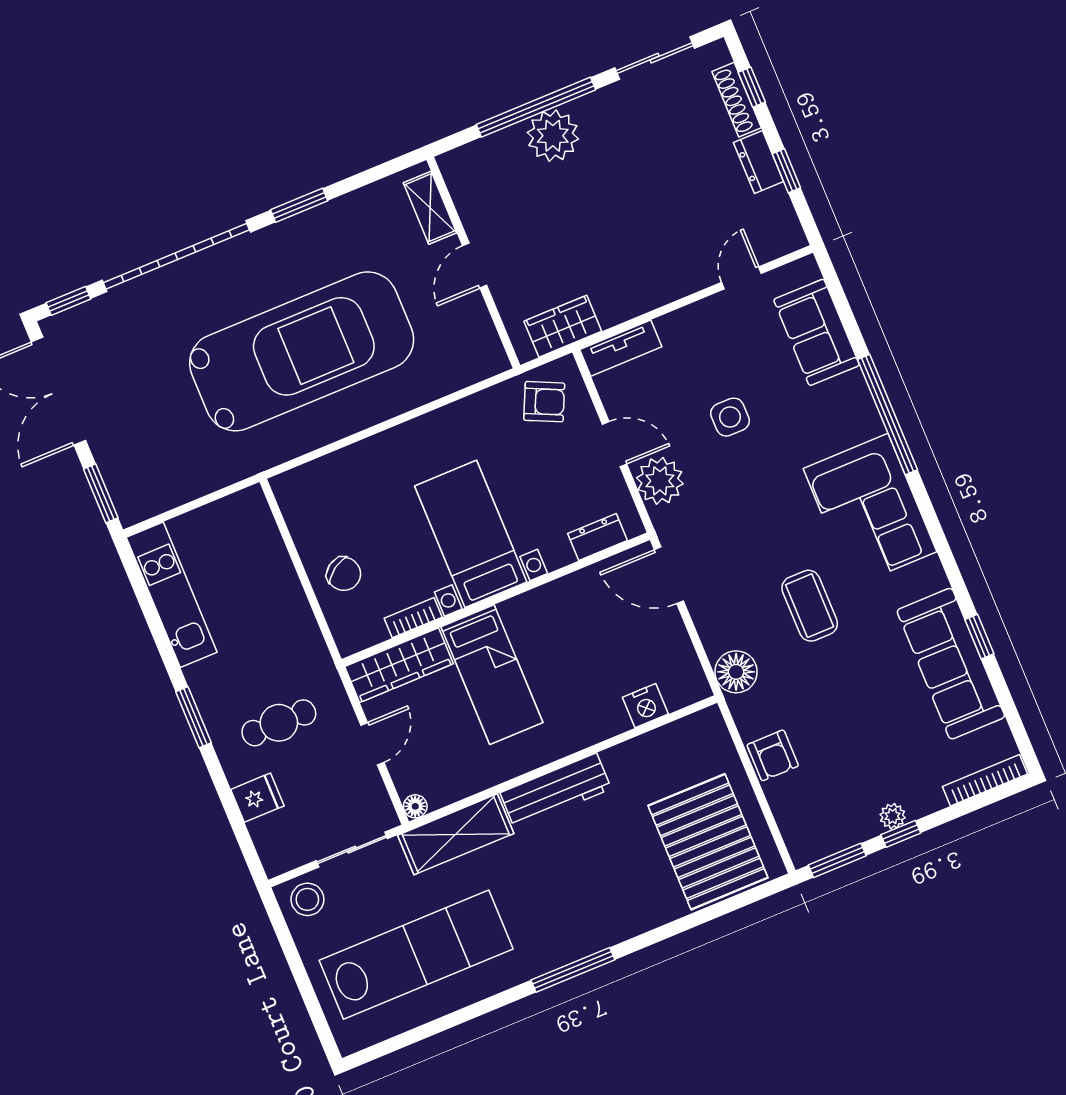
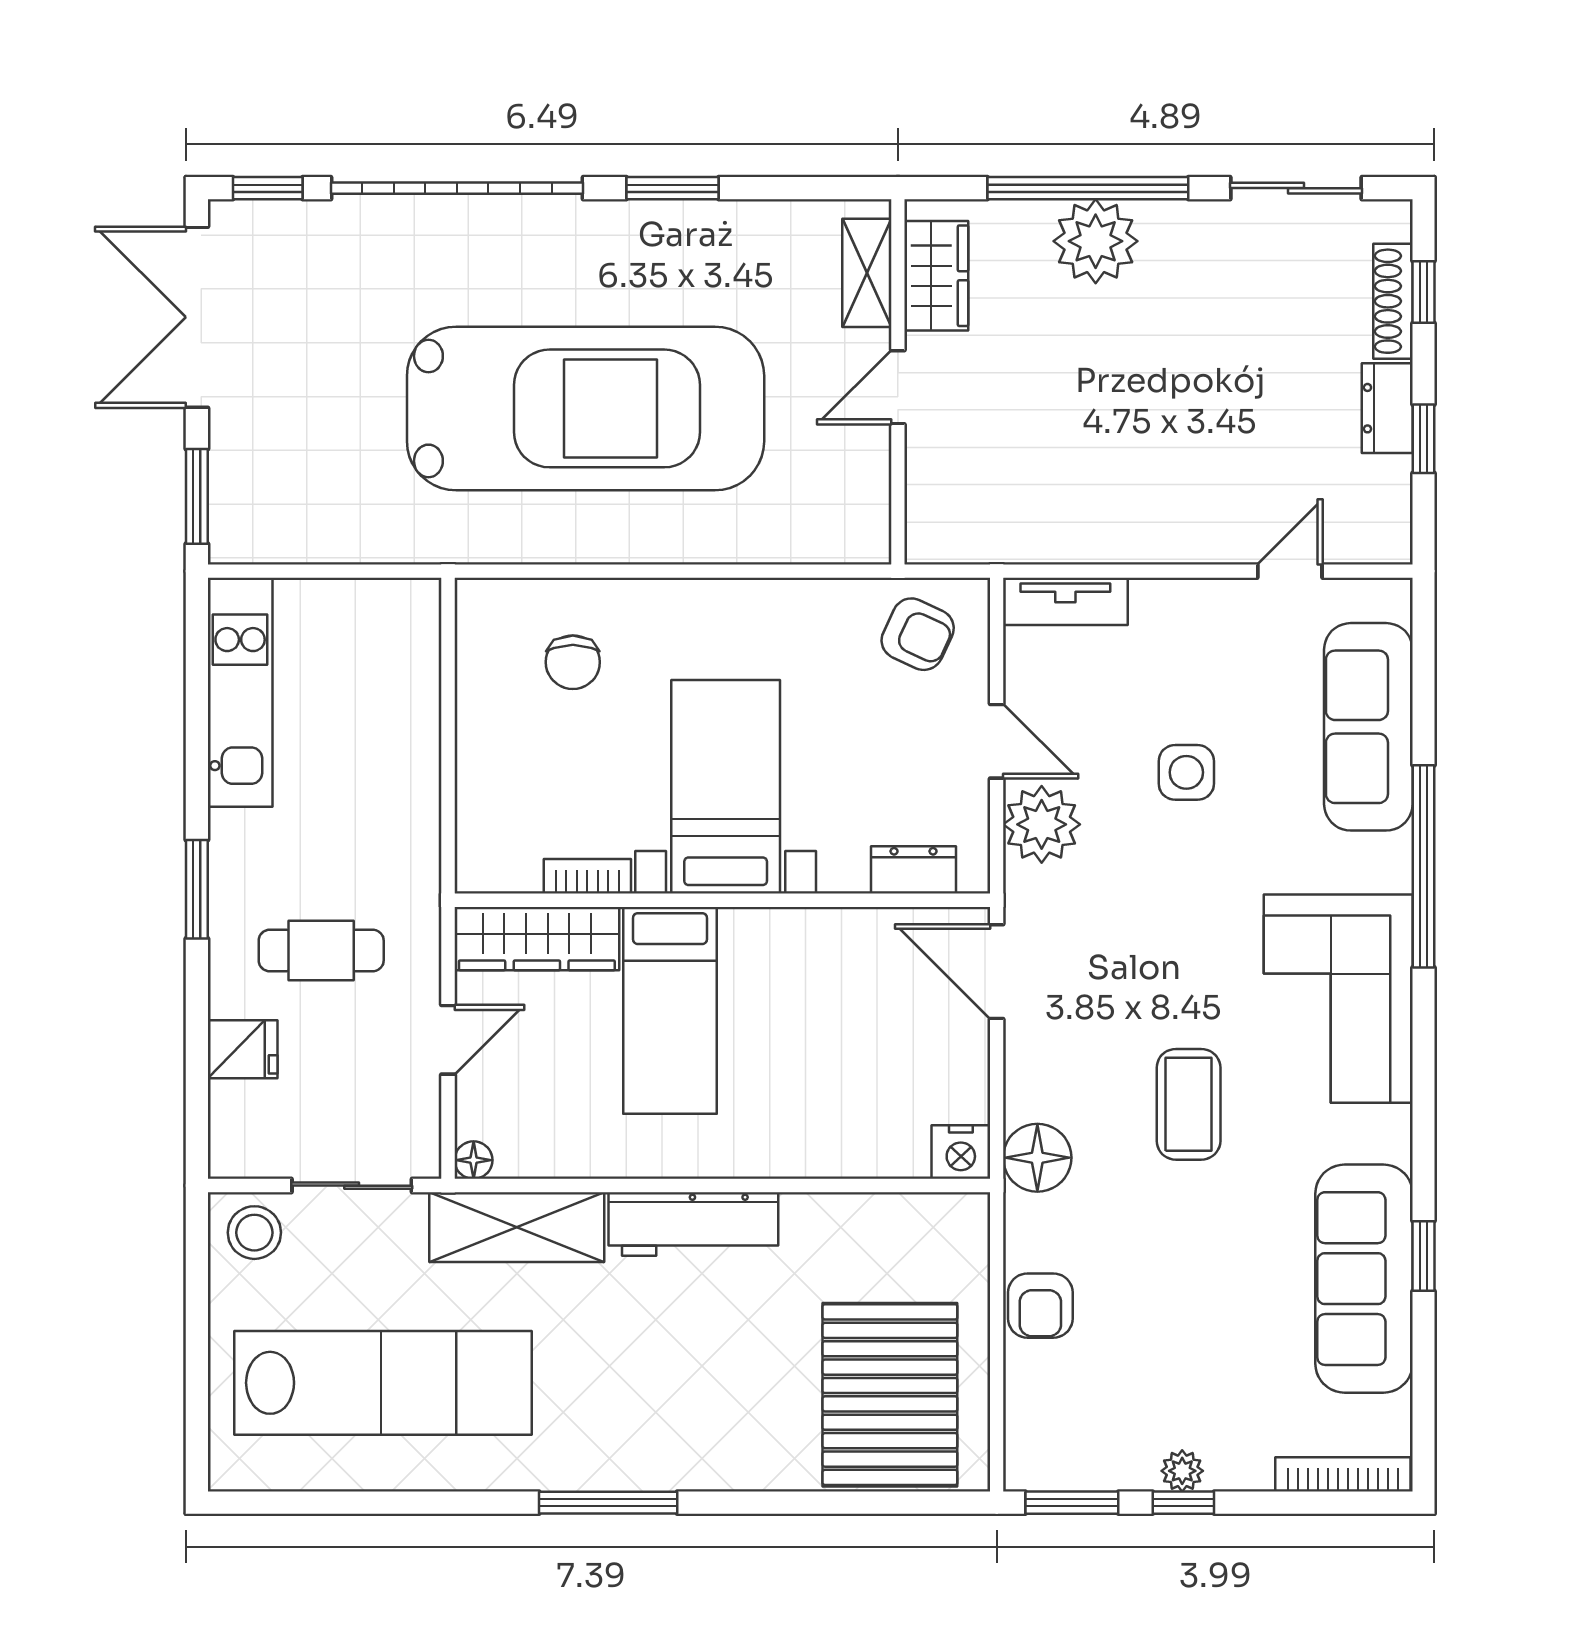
wardrobe: (563, 326) -> (936, 276), moved, turned 90
sofa: (817, 332) -> (1368, 727), width x1.36
chair: (344, 574) -> (573, 662), moved, turned 34
nightstand: (645, 706) -> (961, 1152), moved

